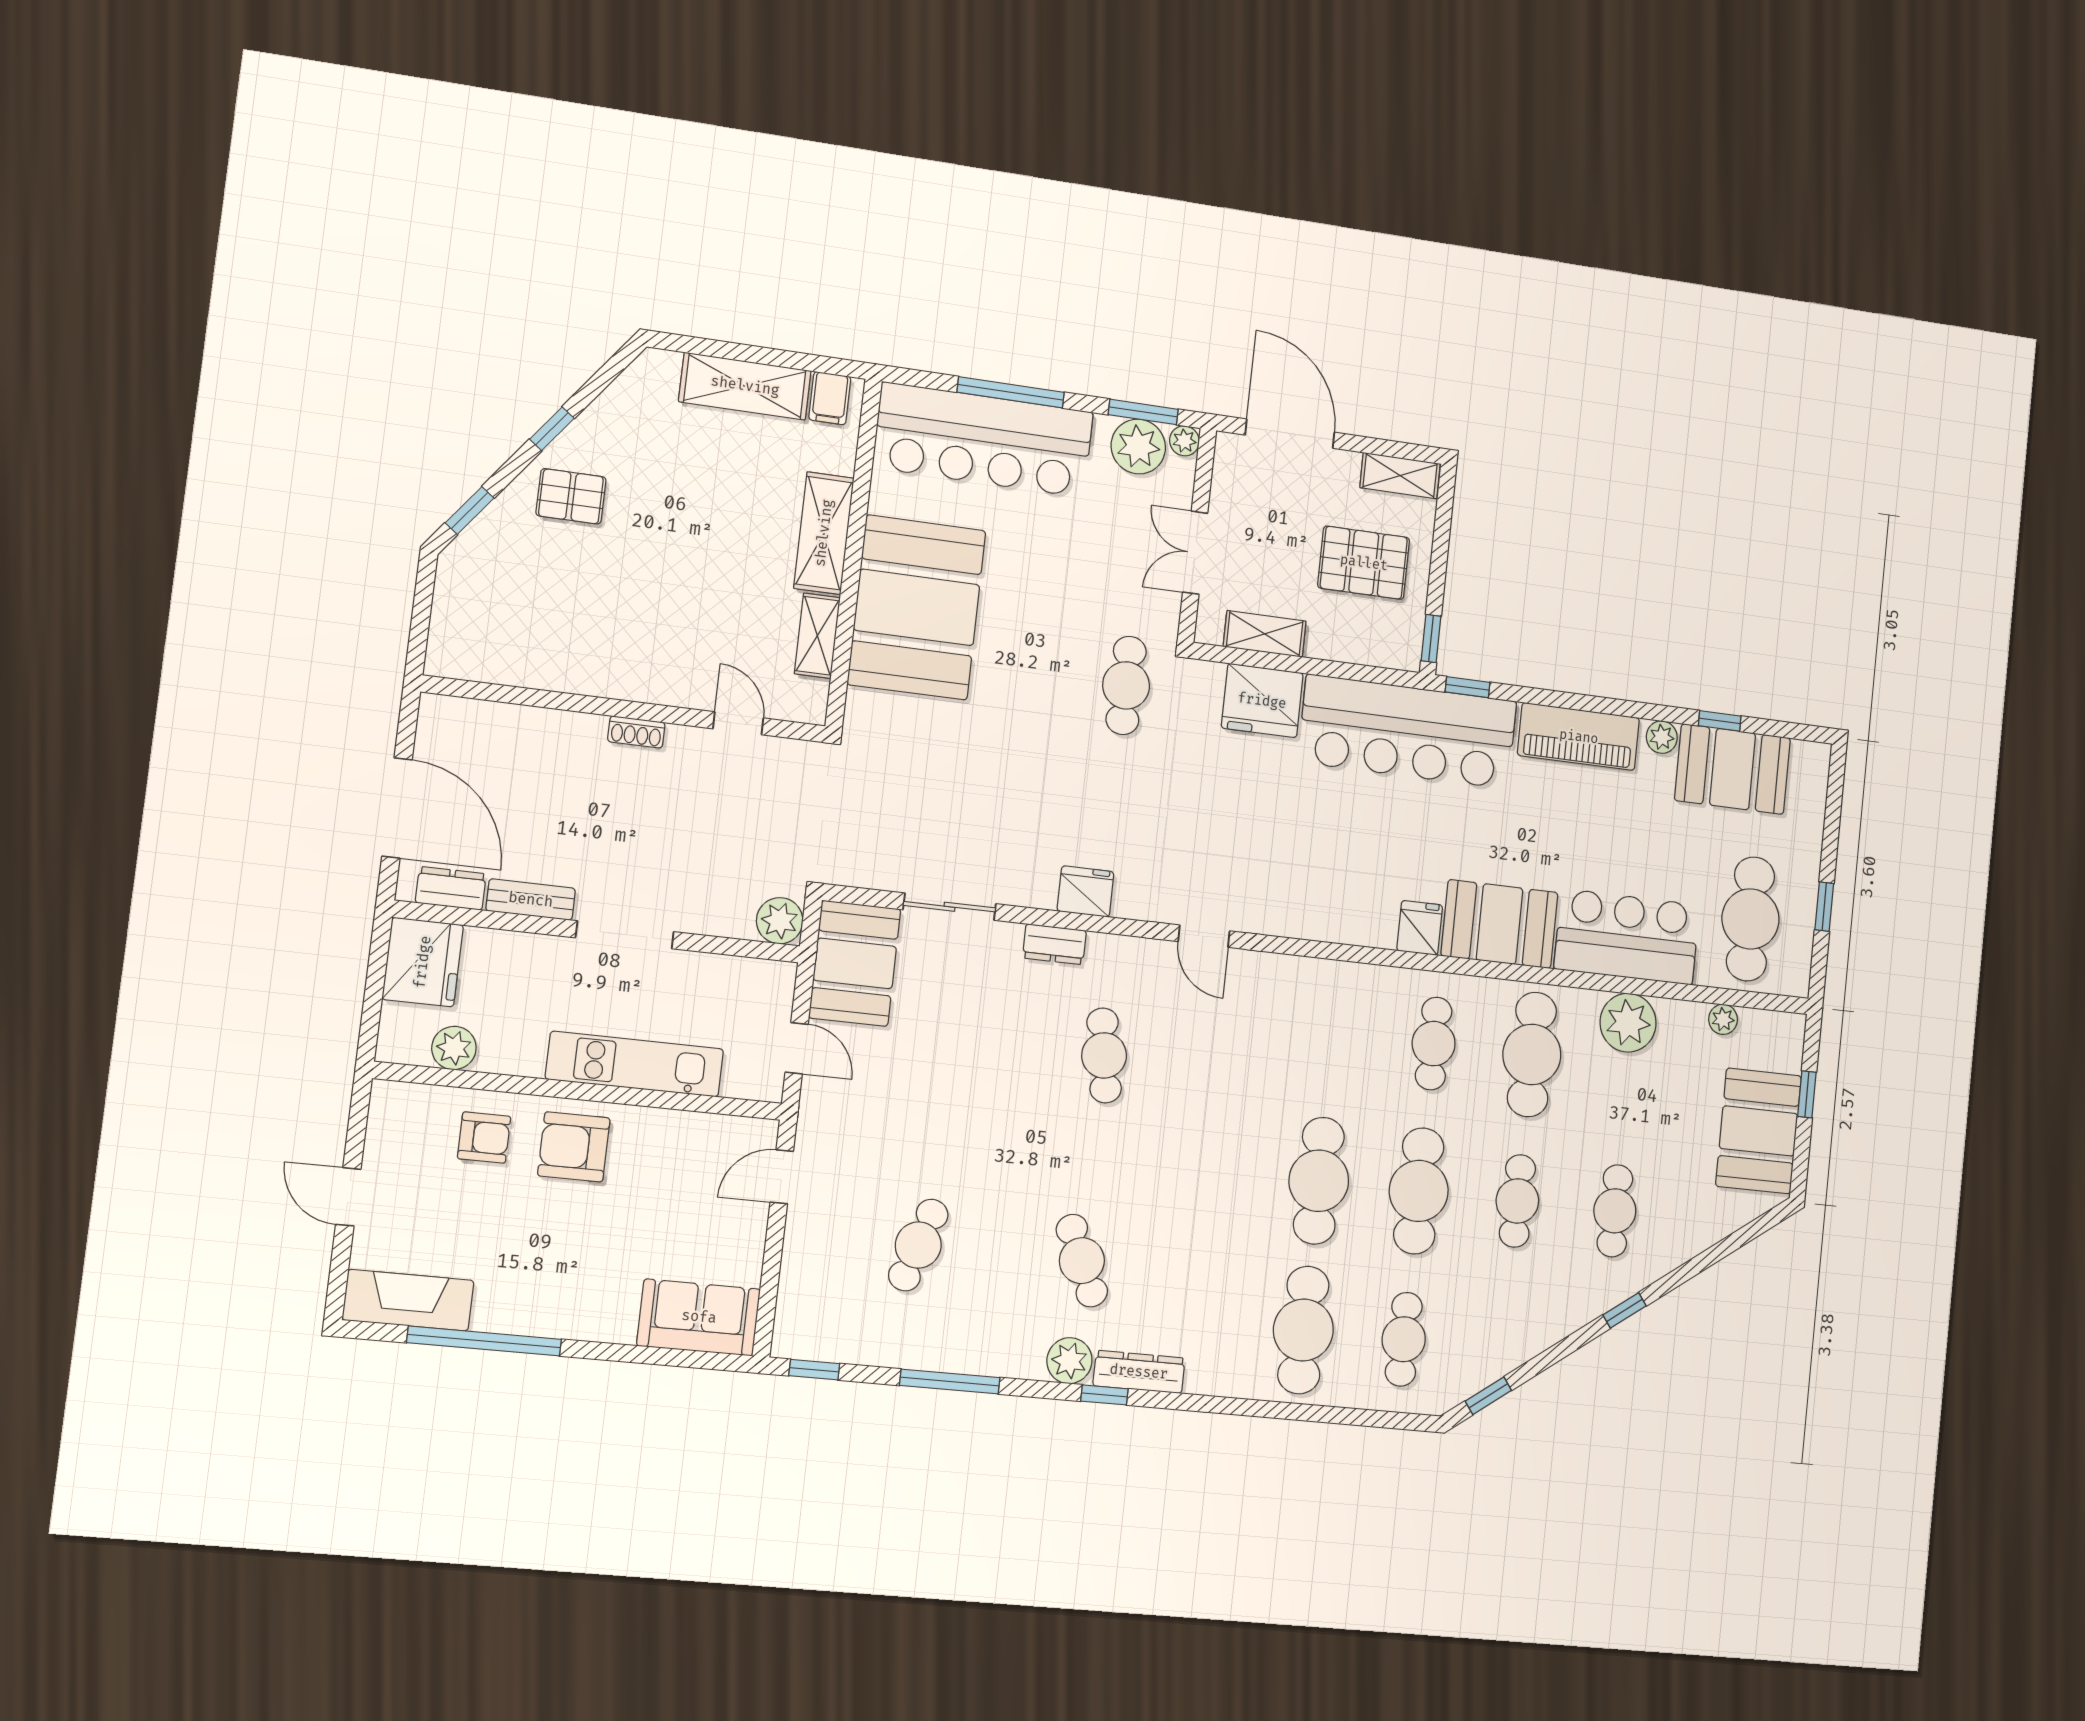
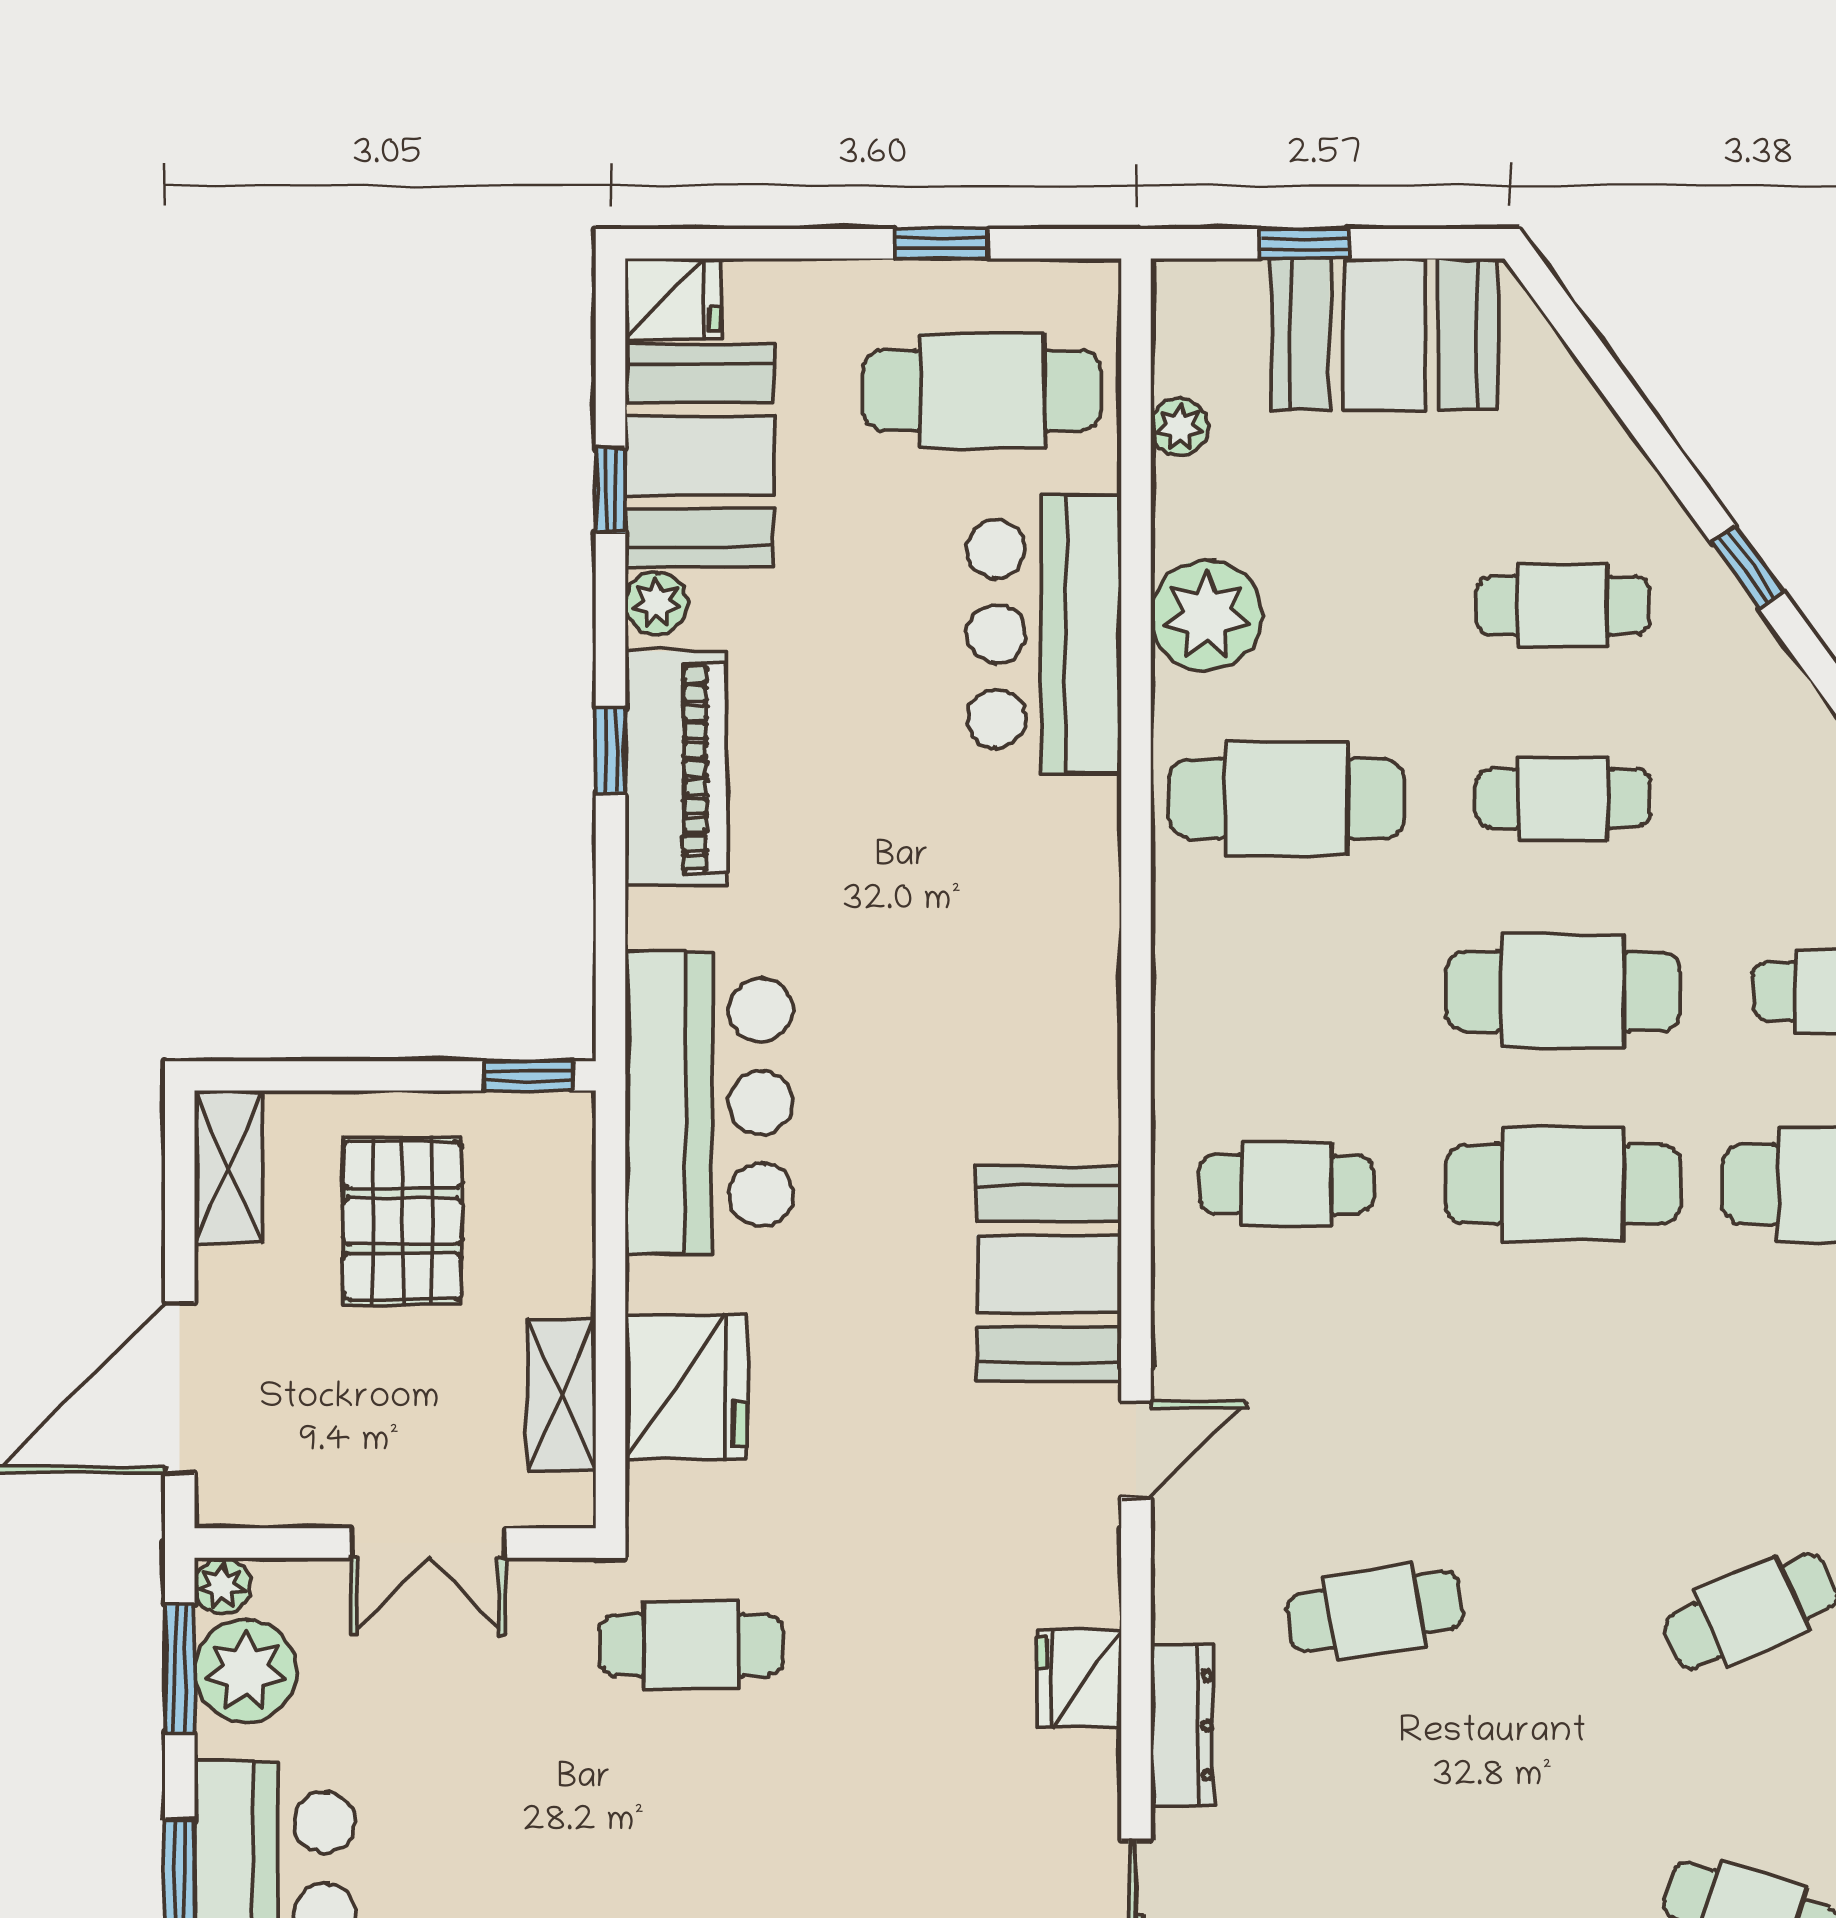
window: (1468, 687) -> (610, 751), moved
bar counter: (1408, 732) -> (709, 1102), width x0.73
booth: (1500, 924) -> (1049, 1274), moved
fridge: (1420, 928) -> (673, 298), moved, turned 180
dresser: (1054, 944) -> (1182, 1725), width x1.44
cafe table: (1434, 1044) -> (1286, 1184), moved

